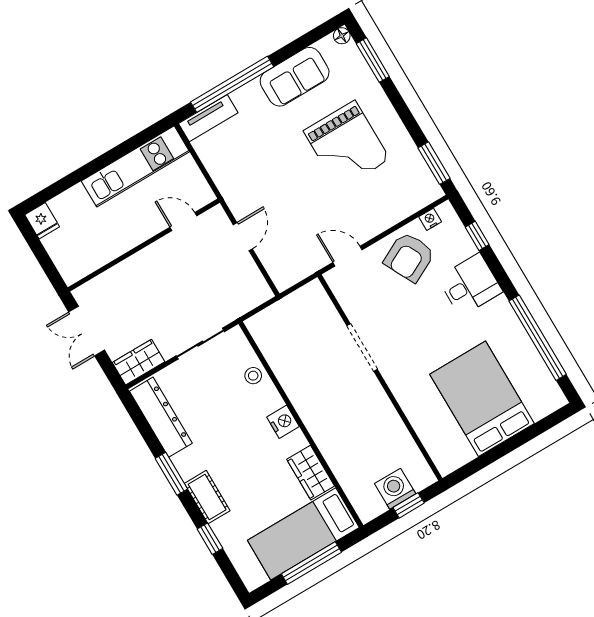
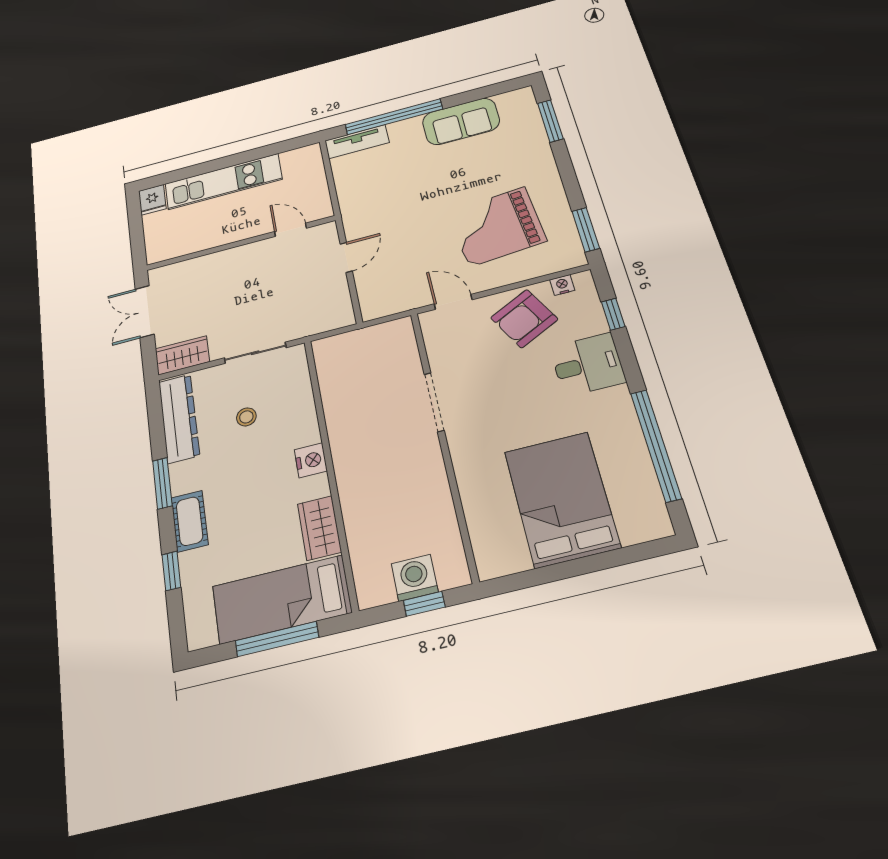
floor lamp: (342, 36) -> (525, 94), removed
grand piano: (347, 145) -> (497, 227), moved, turned 85
kitchen unit: (135, 166) -> (223, 182), moved
stool: (253, 376) -> (246, 417), moved

